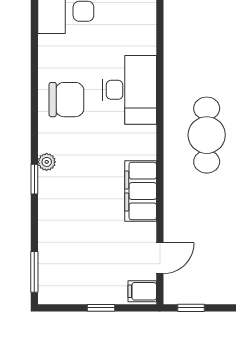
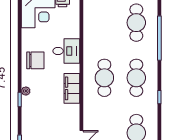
desk: (129, 90) -> (66, 51), width x0.73
filing cabinet: (141, 191) -> (72, 88), moved

